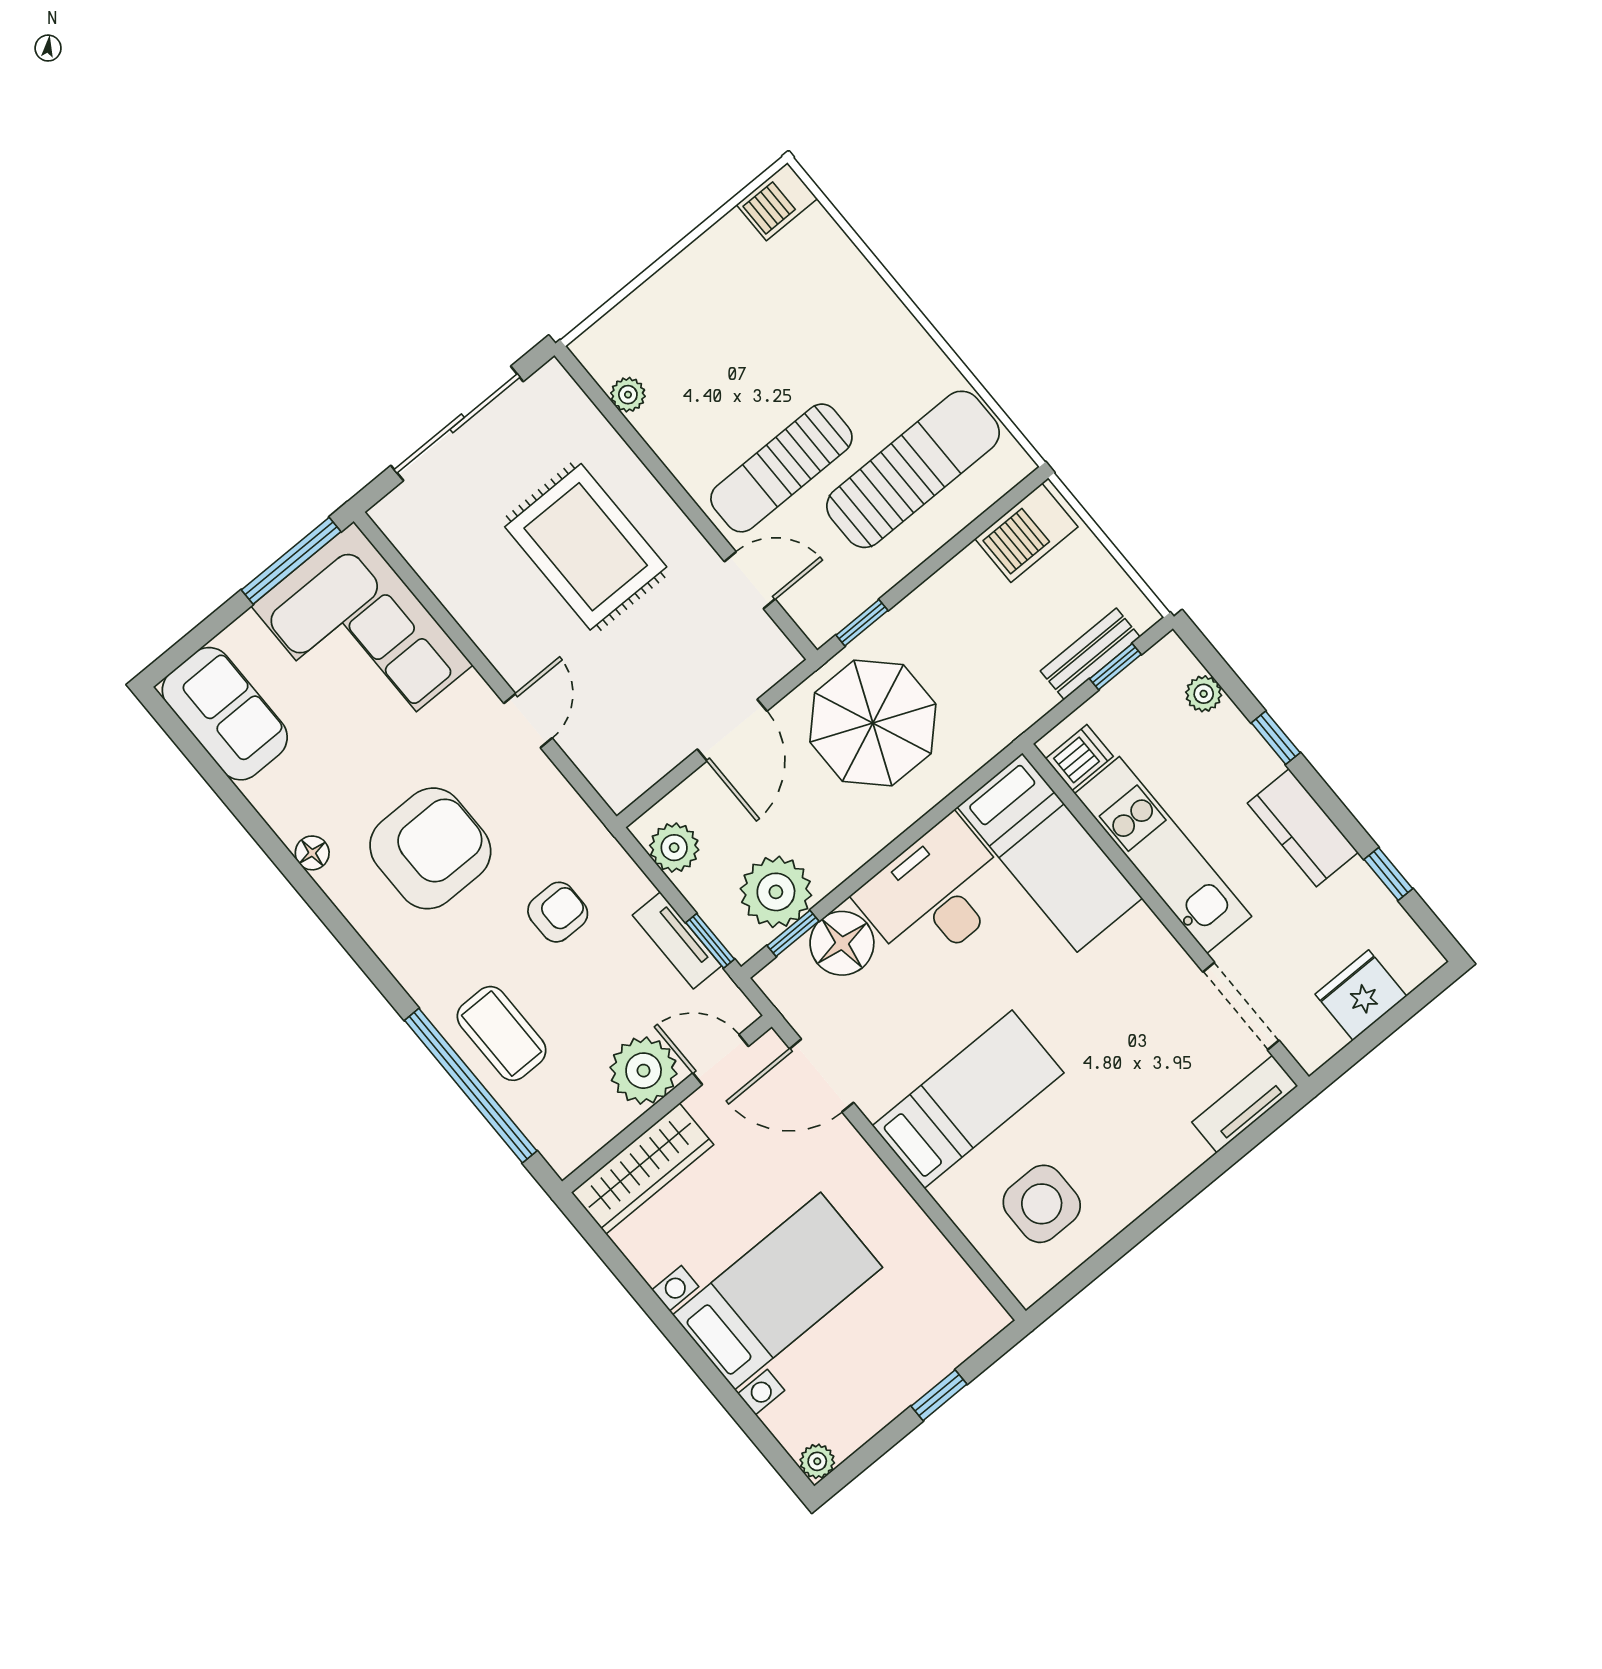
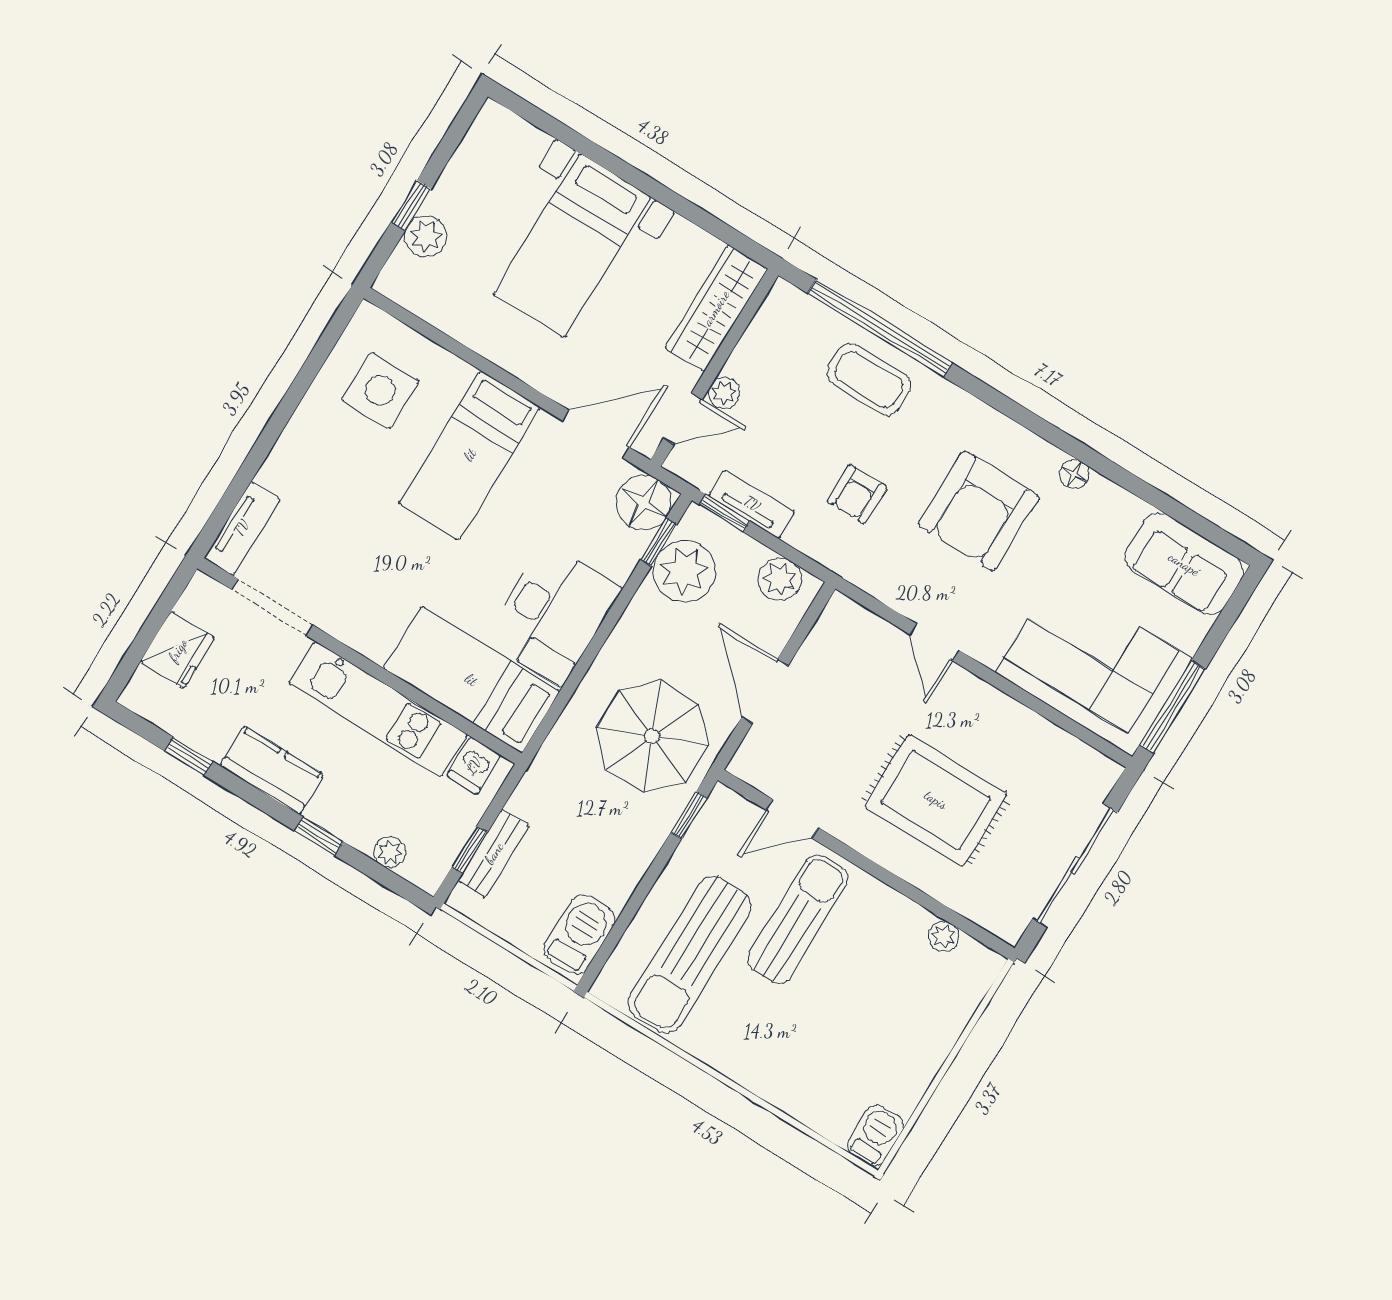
floor lamp: (842, 943) -> (644, 503), moved
plant: (644, 1071) -> (724, 393), width x0.53, depth x0.53
plant: (817, 1461) -> (426, 236), moved, width x1.38, depth x1.38

